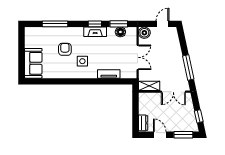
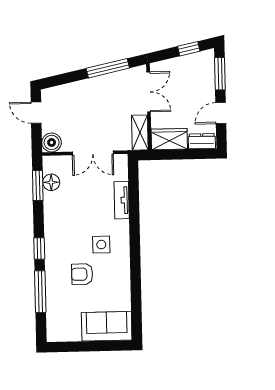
window: (95, 24) -> (39, 248), moved
fireplace: (95, 32) -> (52, 224), removed
double door: (138, 57) -> (93, 153), swing flipped
wardrobe: (145, 103) -> (169, 139), added

